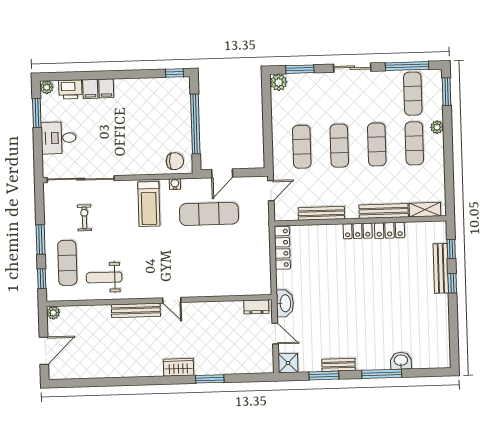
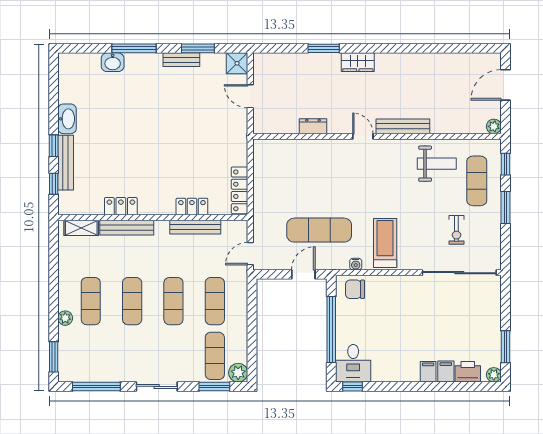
exercise mat: (413, 94) -> (215, 356), moved
desk: (59, 138) -> (353, 363), moved, turned 90
locker: (358, 231) -> (192, 206), moved
washbasin: (285, 303) -> (67, 119), moved, turned 180
dresser: (256, 307) -> (313, 126), moved

